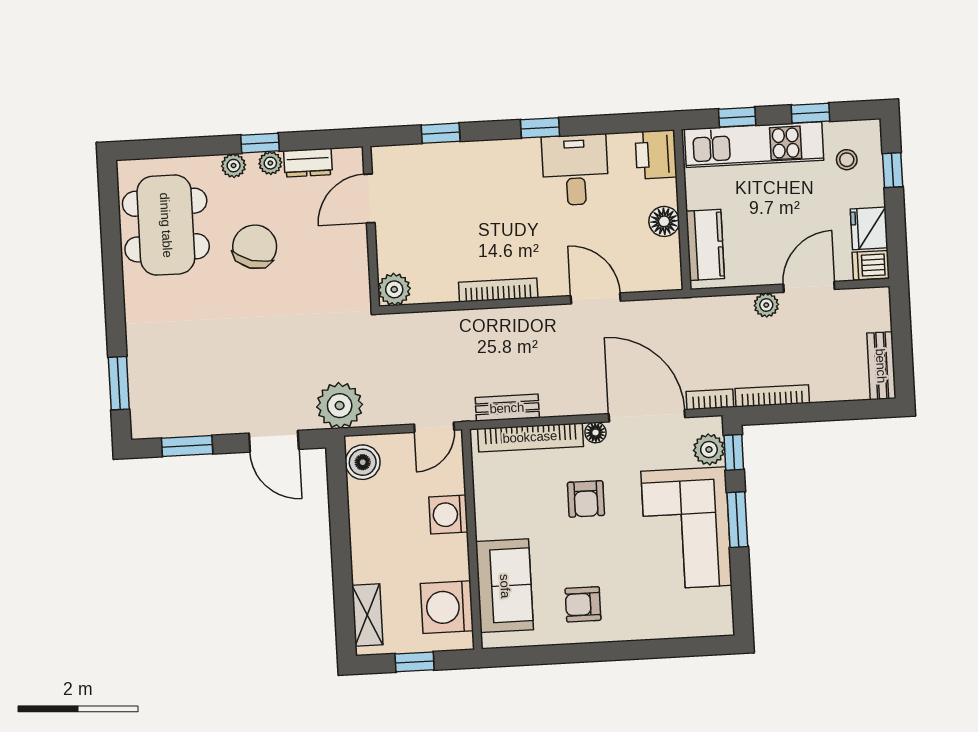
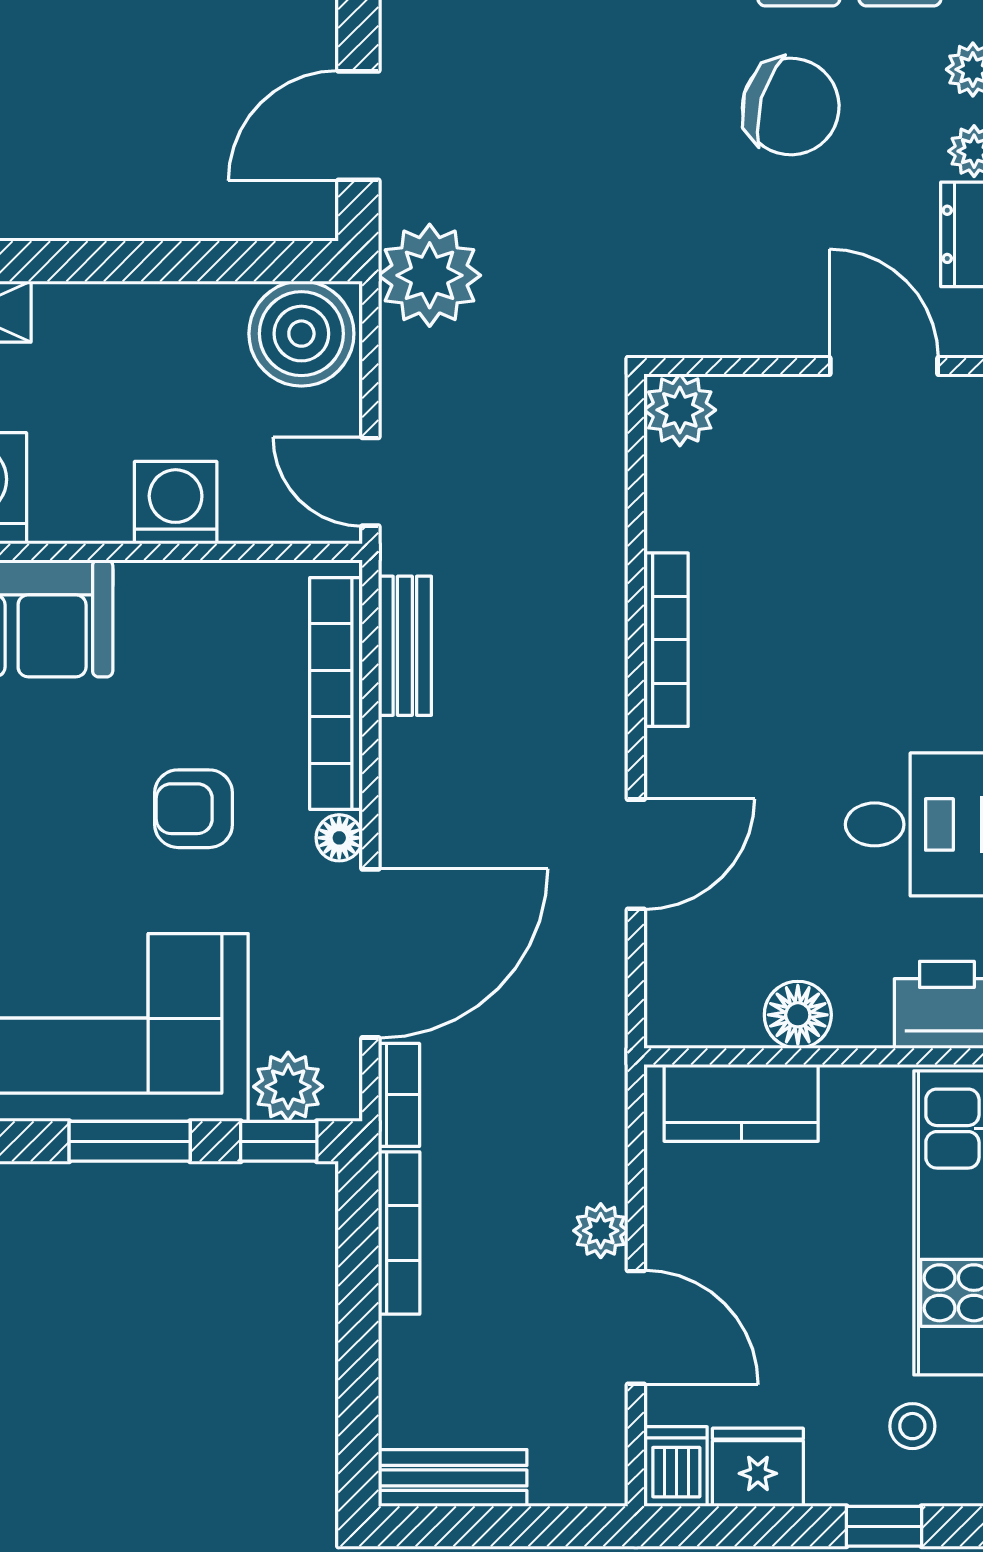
boiler: (363, 462) -> (301, 334), width x1.37, depth x1.37

